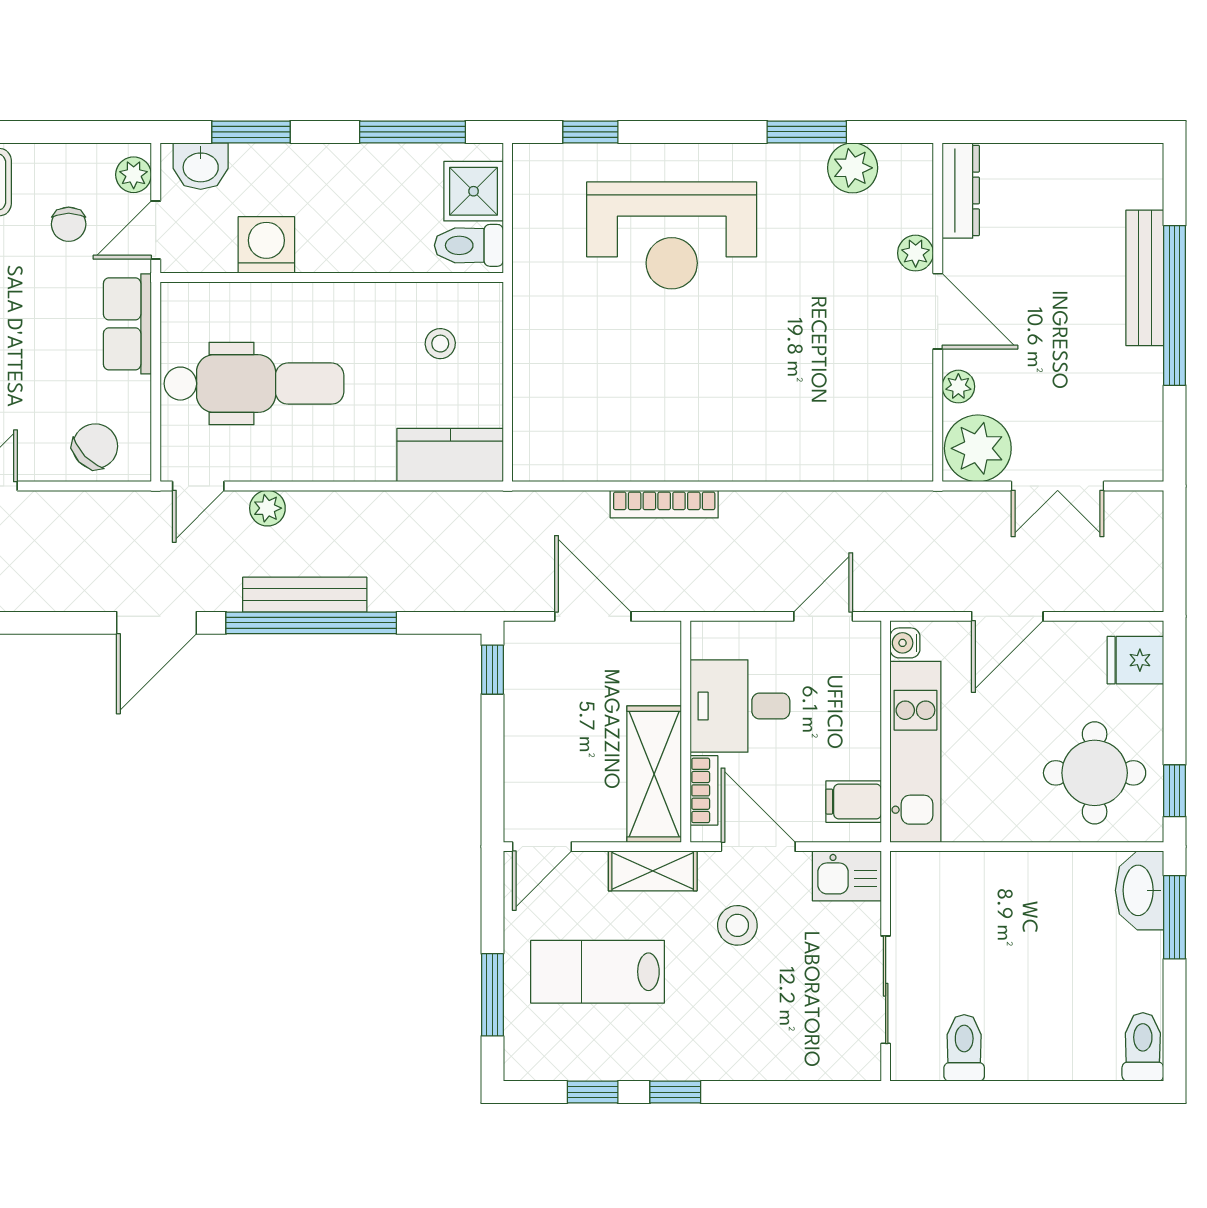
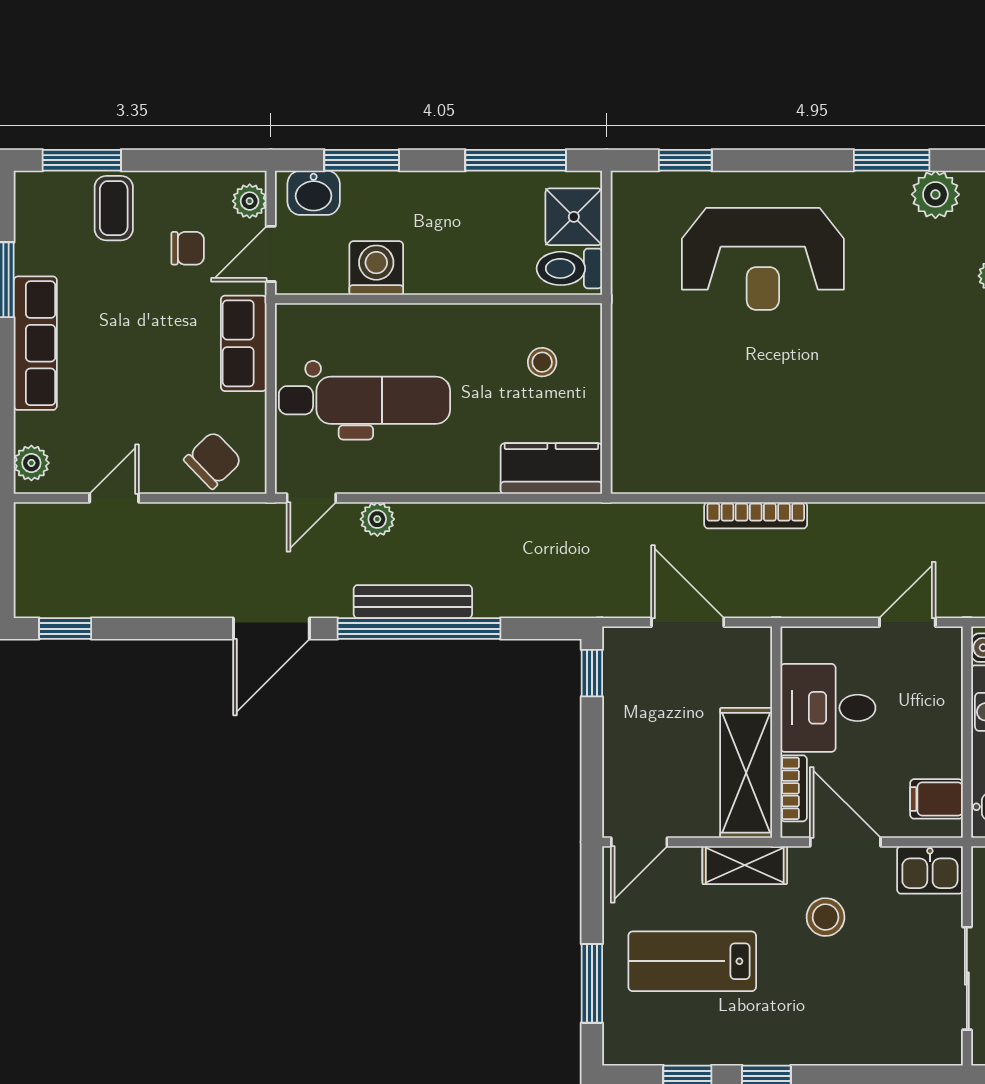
chair: (69, 224) -> (188, 248), turned -90

